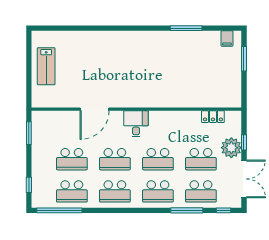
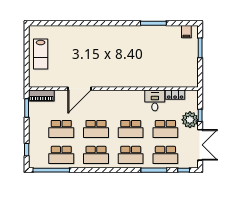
piano: (47, 118) -> (41, 95), added
desk: (136, 124) -> (155, 100), moved

